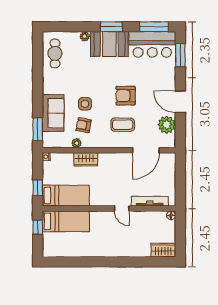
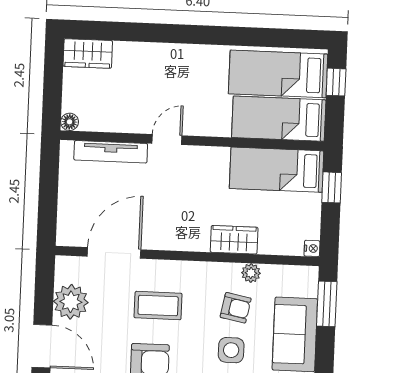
door: (122, 208) -> (167, 140), hinge flipped
window: (38, 227) -> (336, 82), moved
bed: (67, 244) -> (278, 74), added

